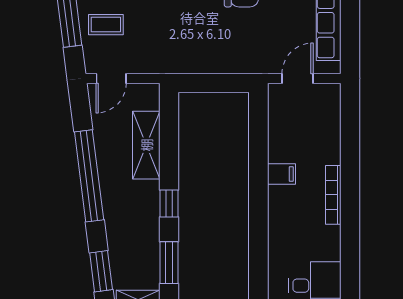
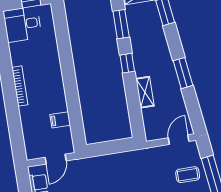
shelving: (146, 145) -> (145, 92), width x0.67, depth x0.75
filing cabinet: (281, 174) -> (60, 120), moved
window: (89, 176) -> (183, 73), width x0.47

